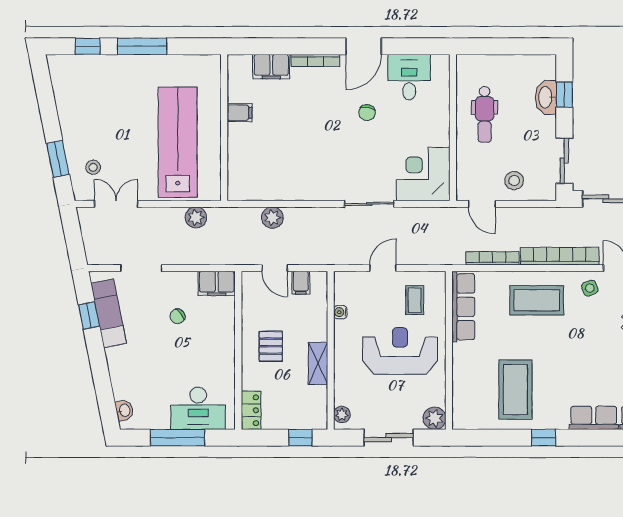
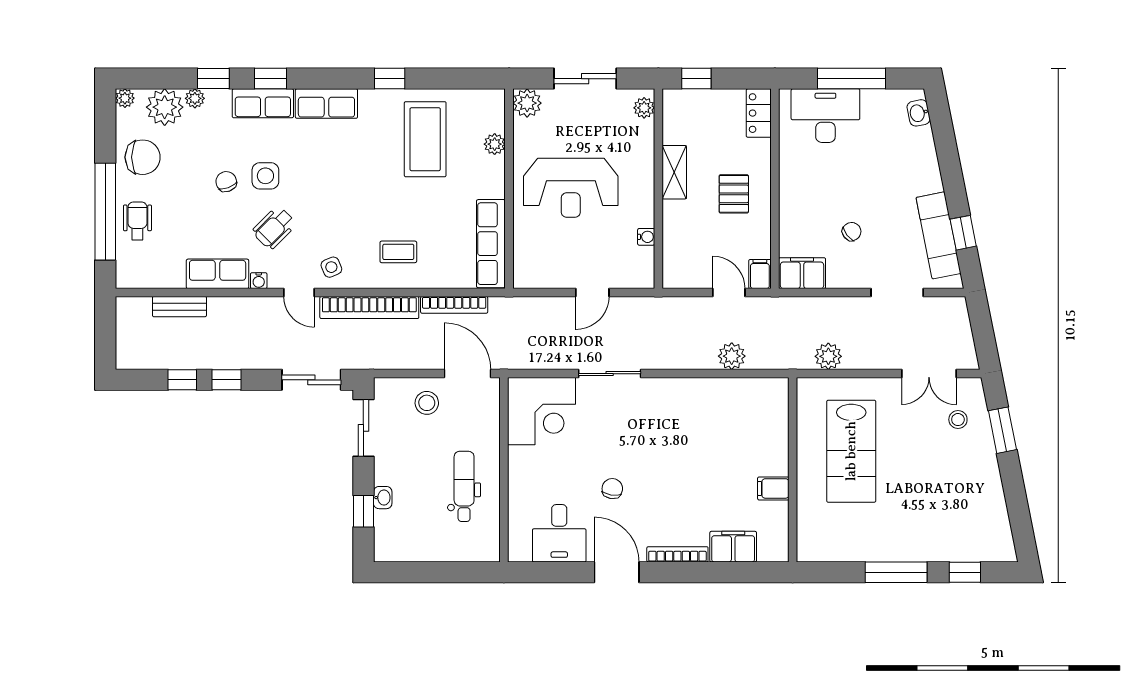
door: (364, 46) -> (617, 572), hinge flipped
washbasin: (546, 97) -> (383, 498), width x0.52, depth x0.69
lab bench: (178, 142) -> (851, 451), width x0.73
door: (482, 204) -> (467, 374), width x1.38
filing cabinet: (301, 283) -> (760, 274), moved
coffee table: (415, 300) -> (552, 252), removed
coffee table: (537, 300) -> (398, 252), width x0.54, depth x0.58
plant: (460, 386) -> (495, 144), added

